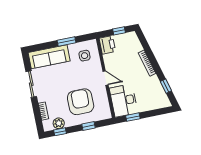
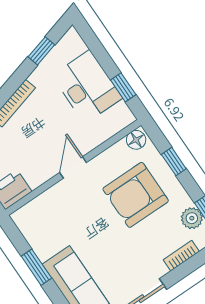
side table: (85, 56) -> (48, 223), removed
desk: (124, 100) -> (87, 87), moved, turned -90
floor lamp: (106, 113) -> (136, 140), added

